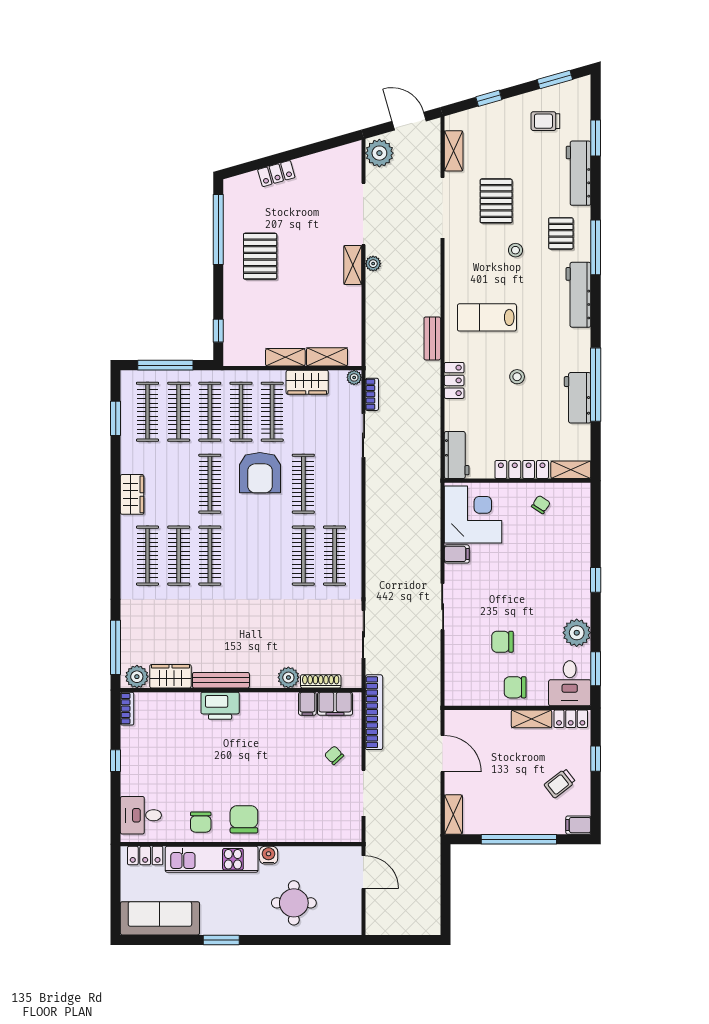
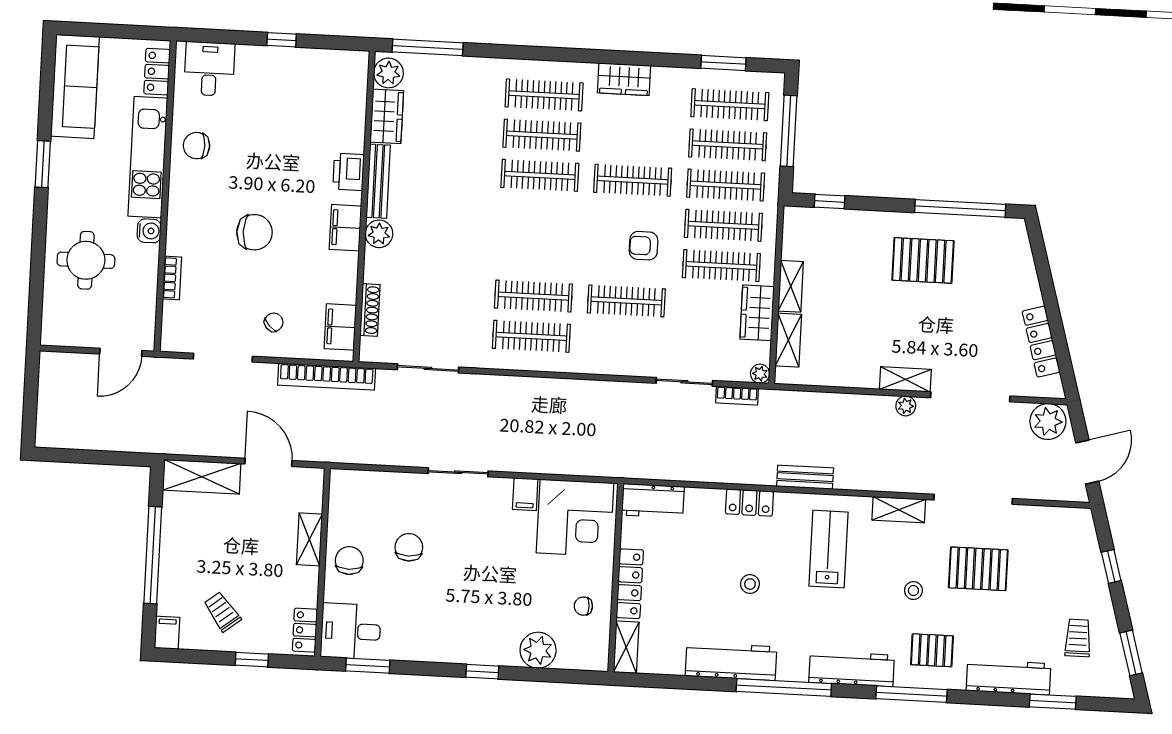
shelving: (454, 151) -> (899, 510), moved
locker: (276, 174) -> (1041, 342), moved, width x1.53
window: (596, 385) -> (784, 687), moved
workbench: (578, 398) -> (731, 661), width x1.37
armchair: (260, 473) -> (644, 246), width x0.53, depth x0.53
chair: (541, 505) -> (583, 606), turned 147
plant: (577, 633) -> (538, 650), moved
plant: (288, 677) -> (379, 234), moved
filing cabinet: (307, 704) -> (345, 228), moved, width x2.00
printer: (220, 706) -> (348, 172), width x0.73, depth x0.84
bookcase: (127, 709) -> (172, 278), moved, turned -90
shelving: (532, 719) -> (309, 539), moved
door: (443, 754) -> (268, 462), swing flipped
shelving: (453, 814) -> (202, 477), width x1.50, depth x1.33
chair: (244, 819) -> (255, 232), moved

